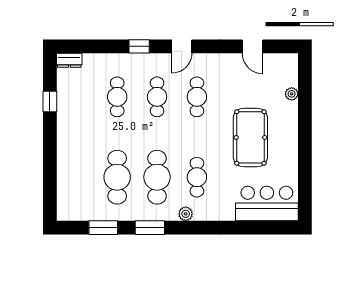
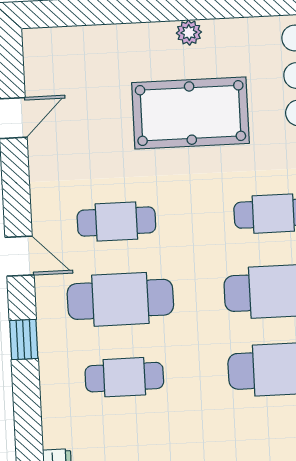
plant: (292, 94) -> (189, 33), moved
cafe table: (157, 97) -> (120, 299), width x1.37, depth x1.35

